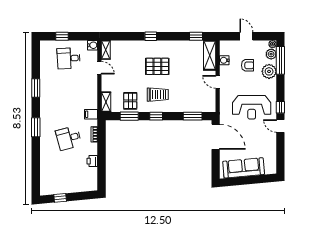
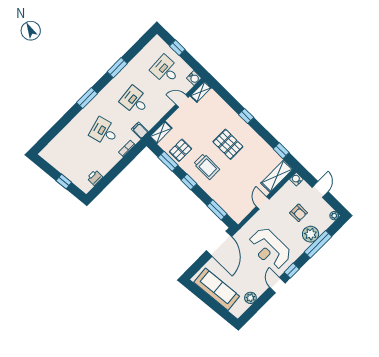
plant: (271, 54) -> (250, 298), moved
water cooler: (224, 60) -> (296, 179), moved
window: (280, 60) -> (318, 244), moved
door: (99, 68) -> (182, 101), swing flipped
desk: (69, 98) -> (135, 101), added
printer: (92, 161) -> (95, 178), moved
window: (60, 198) -> (64, 181), moved

